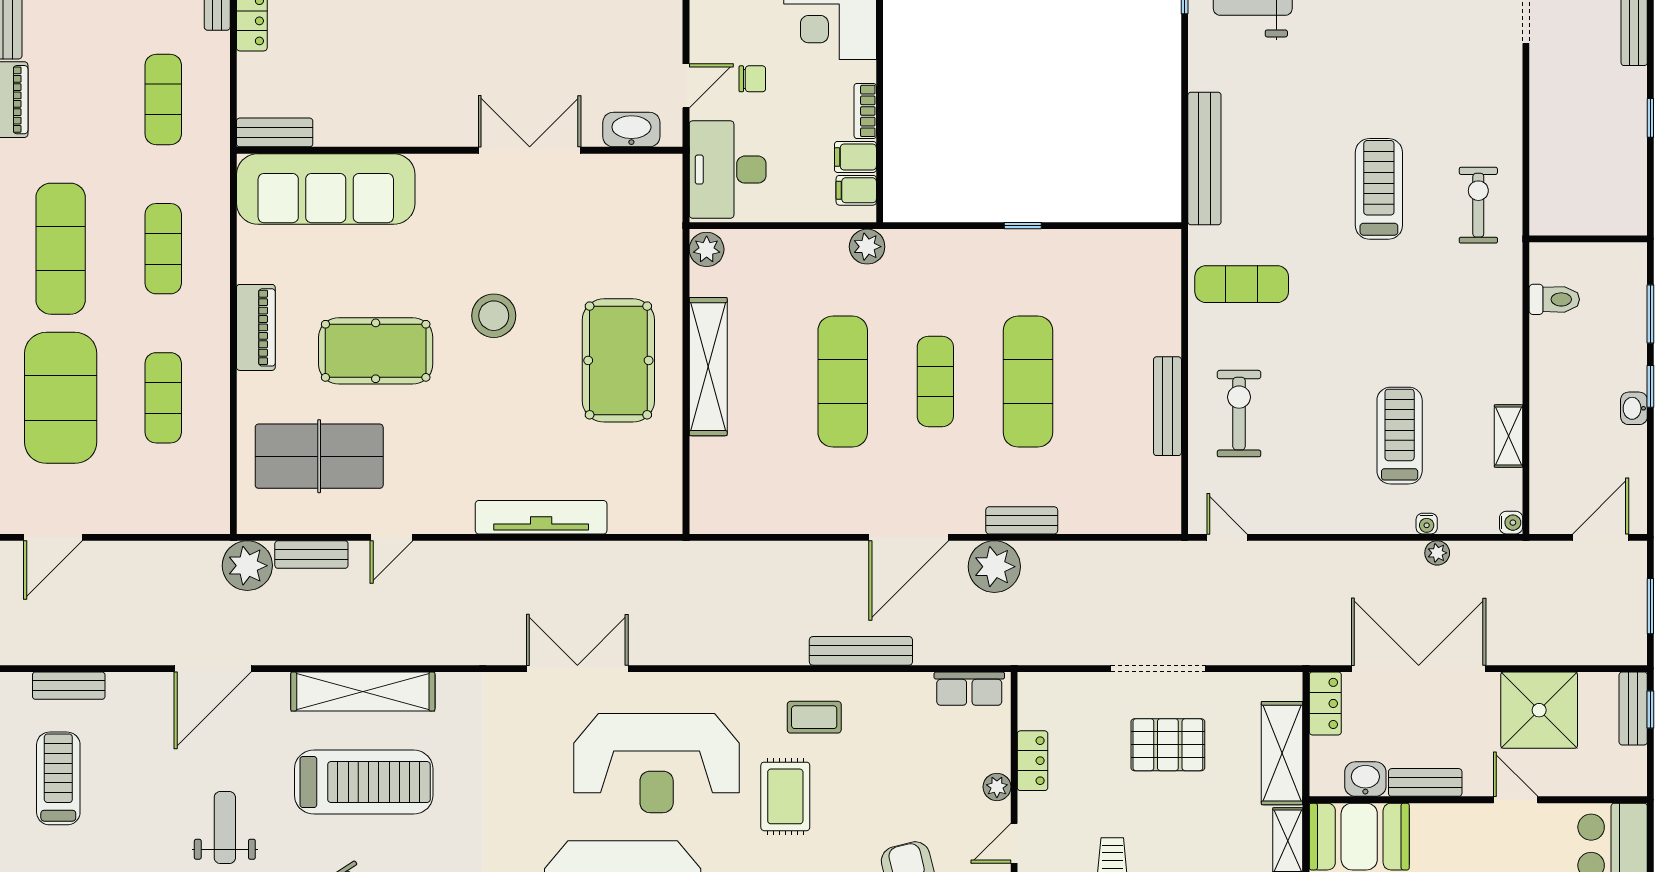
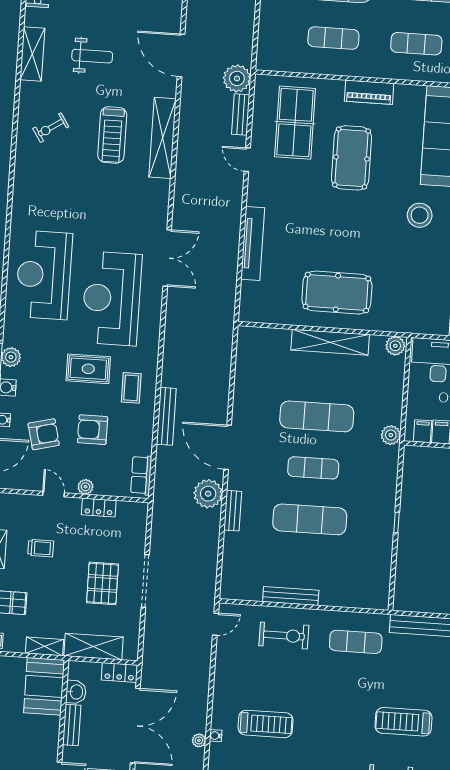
treadmill: (1379, 189) -> (403, 722), turned 180
exercise mat: (1242, 284) -> (356, 642), turned 90
stool: (494, 316) -> (420, 215), moved
armchair: (894, 781) -> (93, 430), added
treadmill: (364, 782) -> (112, 135), width x0.73, depth x0.73

